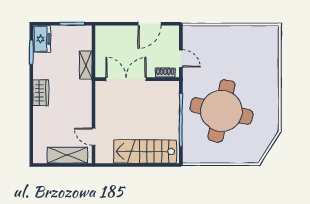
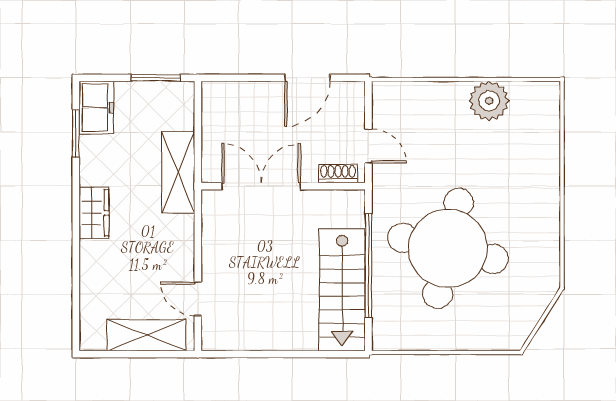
plant: (243, 35) -> (489, 101), added
shelving: (86, 65) -> (178, 172), width x1.50, depth x1.33
stairs: (145, 152) -> (342, 290), moved, turned -90

